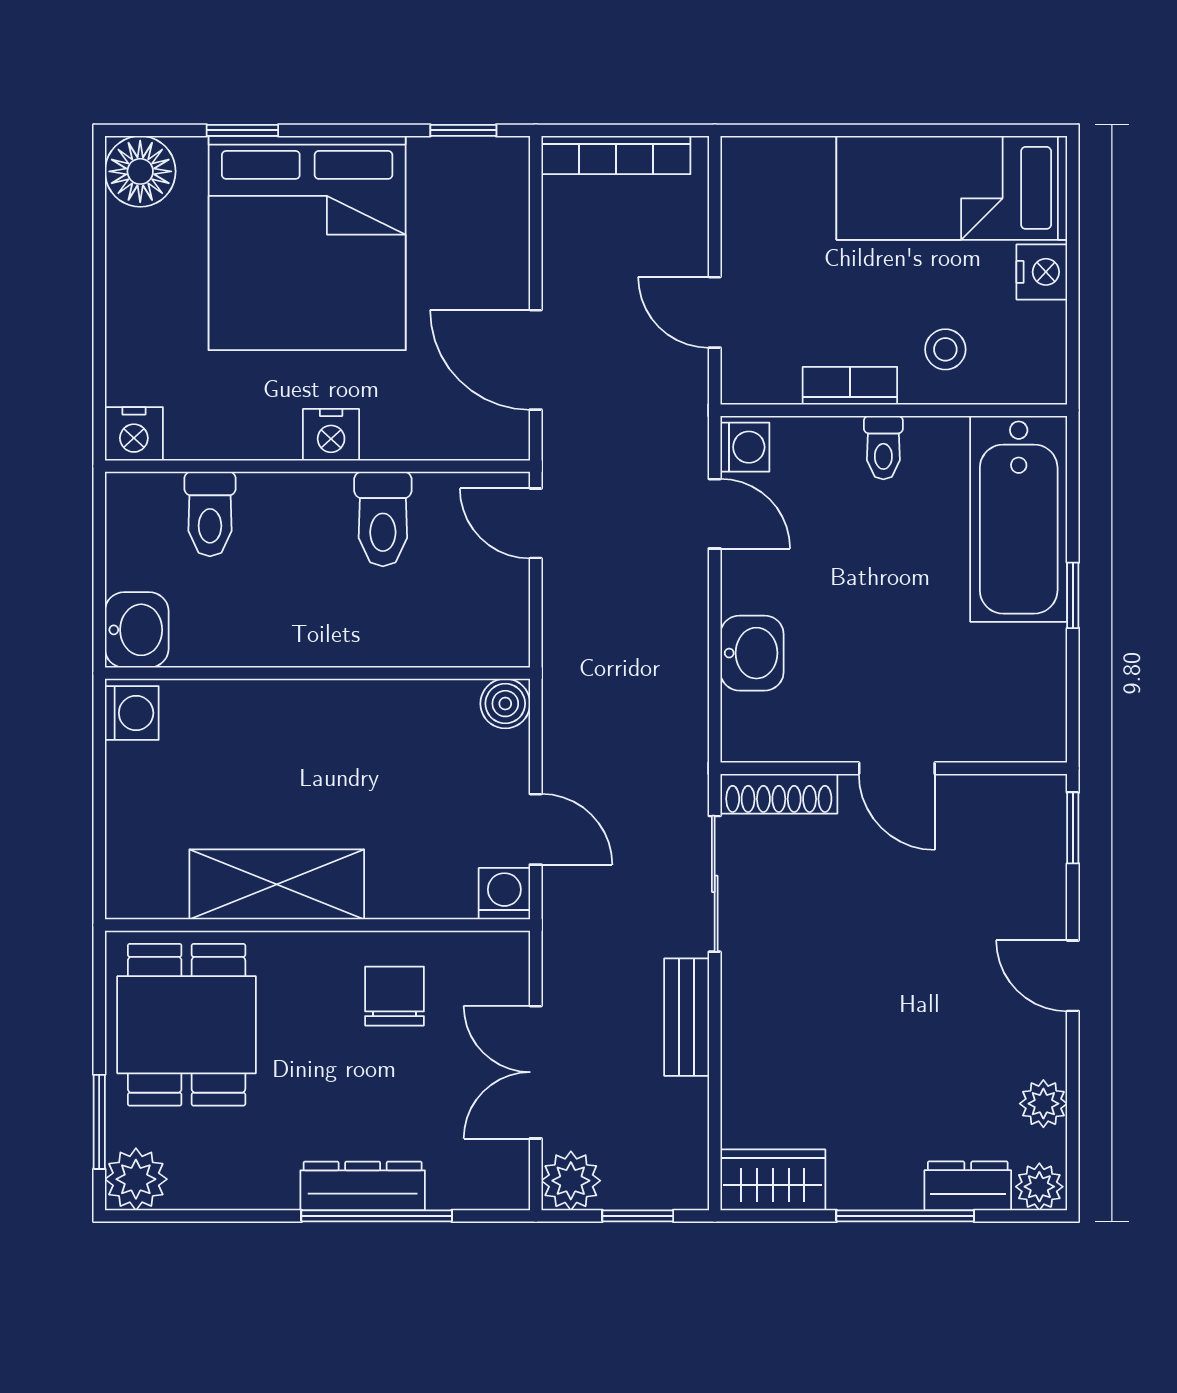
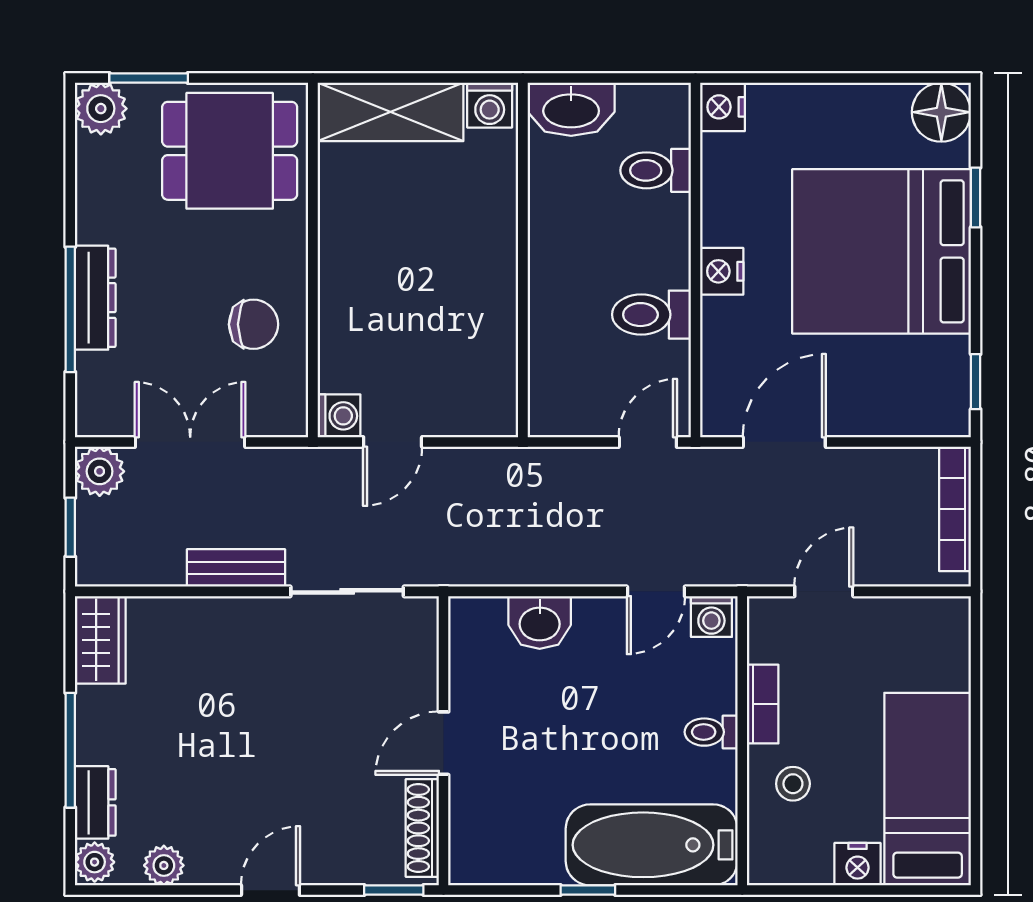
washbasin: (137, 630) -> (571, 109), width x1.38
boiler: (505, 704) -> (498, 417), removed
shoe rack: (779, 794) -> (422, 828), moved
shelving: (277, 884) -> (390, 112), moved, turned 90

